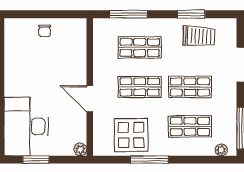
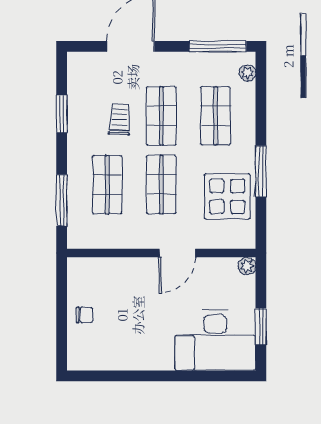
trolley: (199, 36) -> (120, 119), moved, width x0.73, depth x0.72

